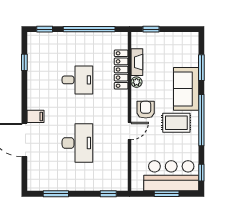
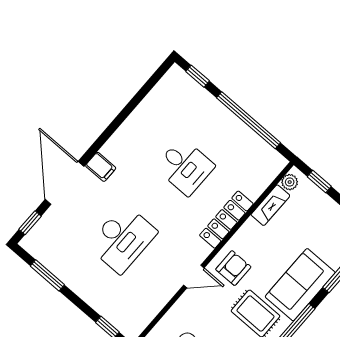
window: (24, 62) -> (30, 223), moved
locker: (121, 70) -> (226, 220), moved
plant: (137, 82) -> (290, 182), moved

